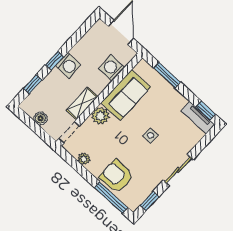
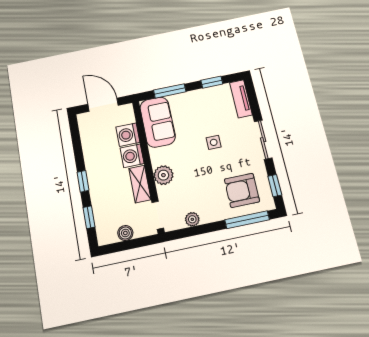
washing machine: (68, 65) -> (132, 156), moved, turned 180
sofa: (126, 95) -> (158, 122), moved
window: (206, 111) -> (212, 82), moved
tv unit: (198, 118) -> (241, 99), moved, turned 90
armchair: (117, 176) -> (242, 190), moved

